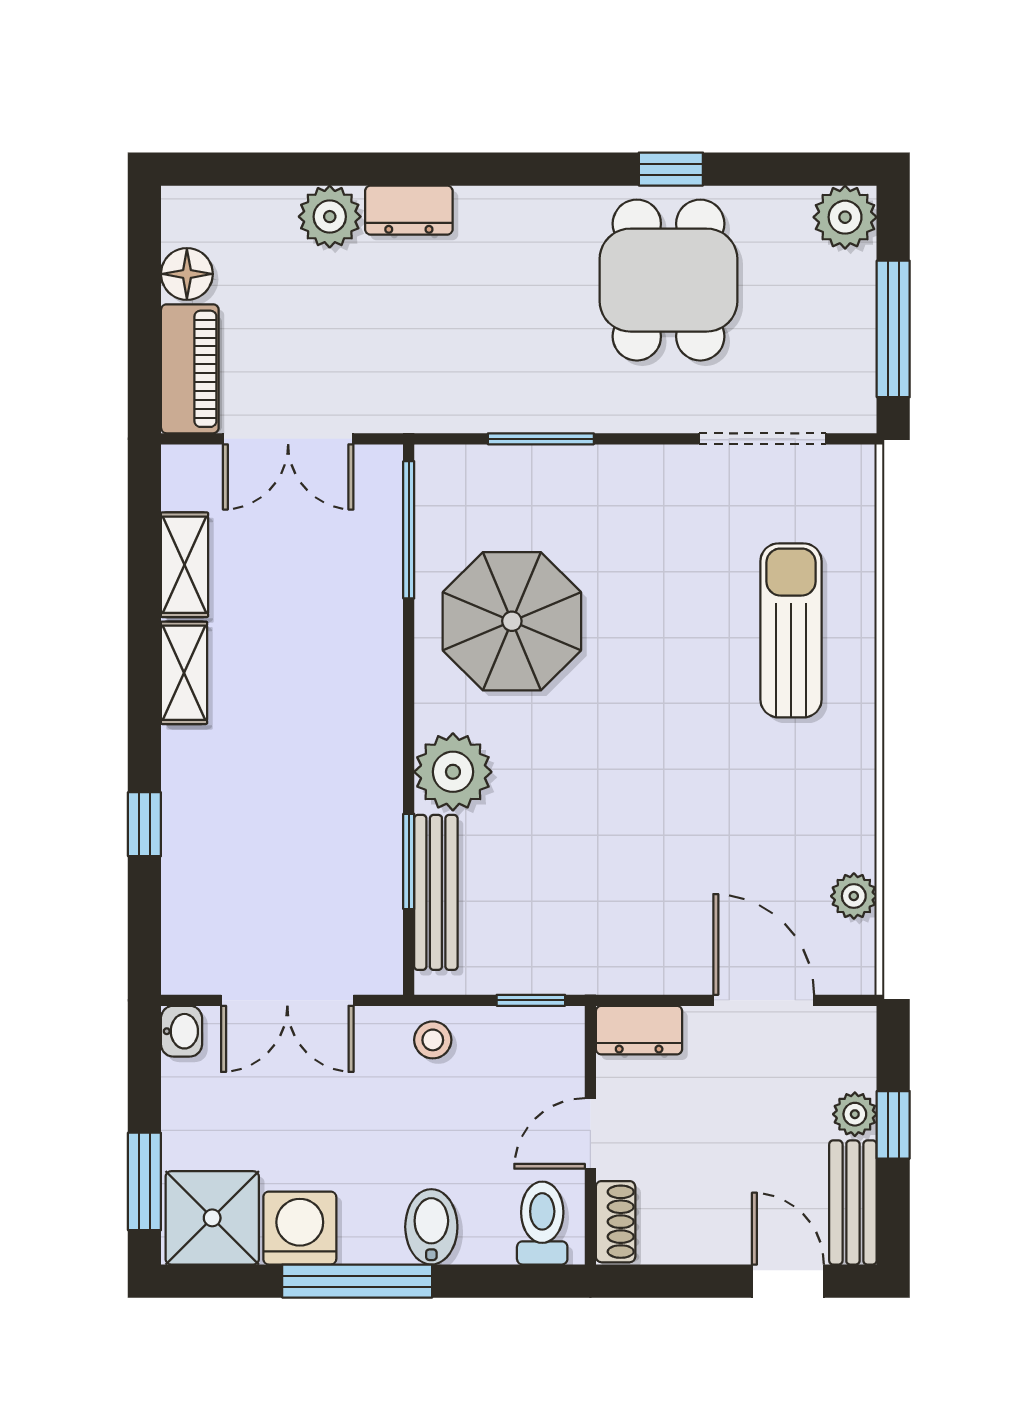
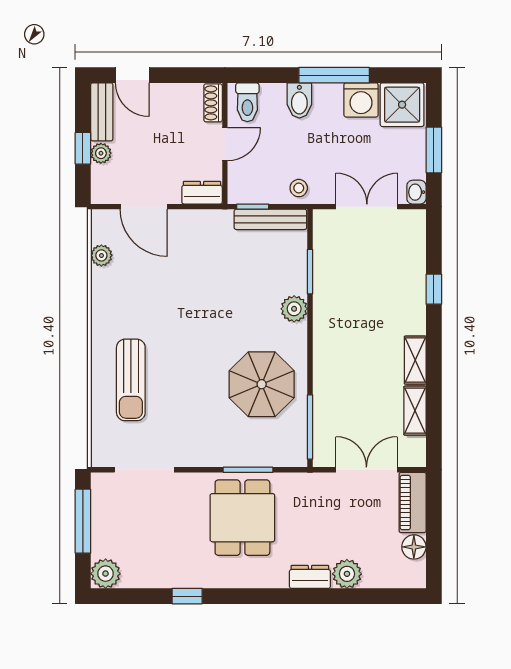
dining table: (669, 280) -> (242, 518), moved
plant: (453, 772) -> (294, 309), width x0.73, depth x0.73
bench: (436, 892) -> (270, 219), moved, turned 90
window: (144, 1181) -> (434, 150), moved

